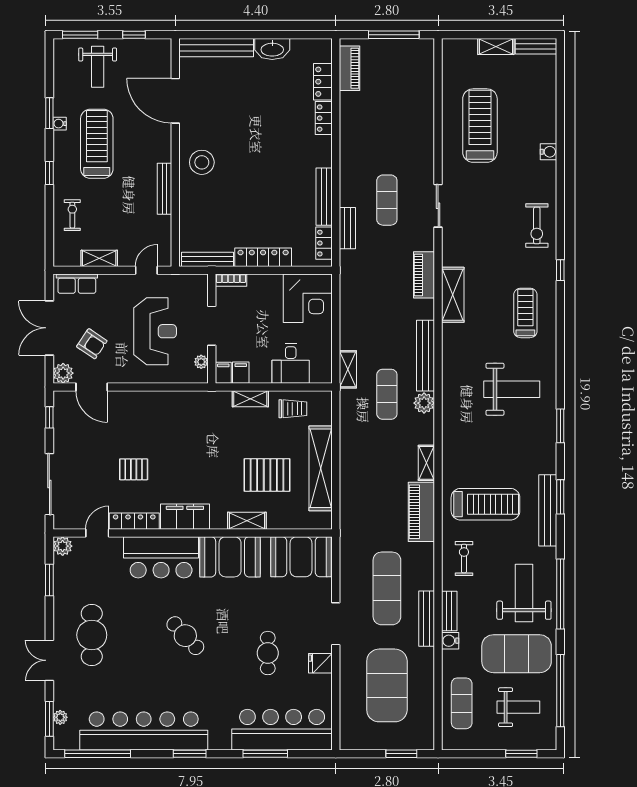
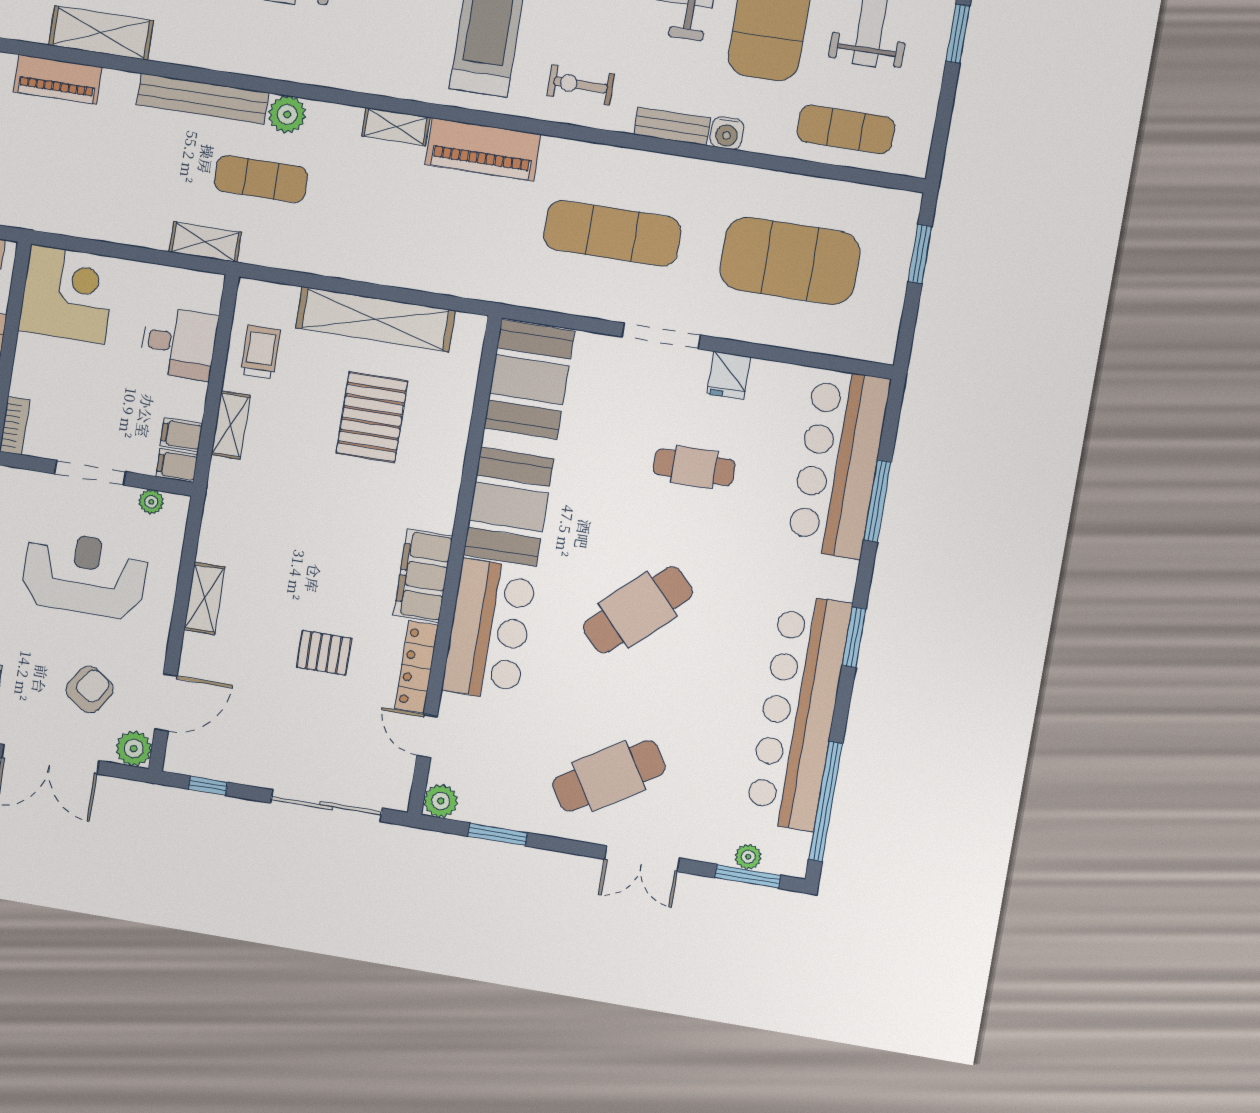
pallet: (134, 469) -> (324, 653), turned 90
shelving: (247, 521) -> (204, 598), moved
bench: (427, 619) -> (679, 170), removed
cafe table: (92, 635) -> (609, 776), turned -32
cafe table: (185, 636) -> (638, 610), width x1.37, depth x1.35

